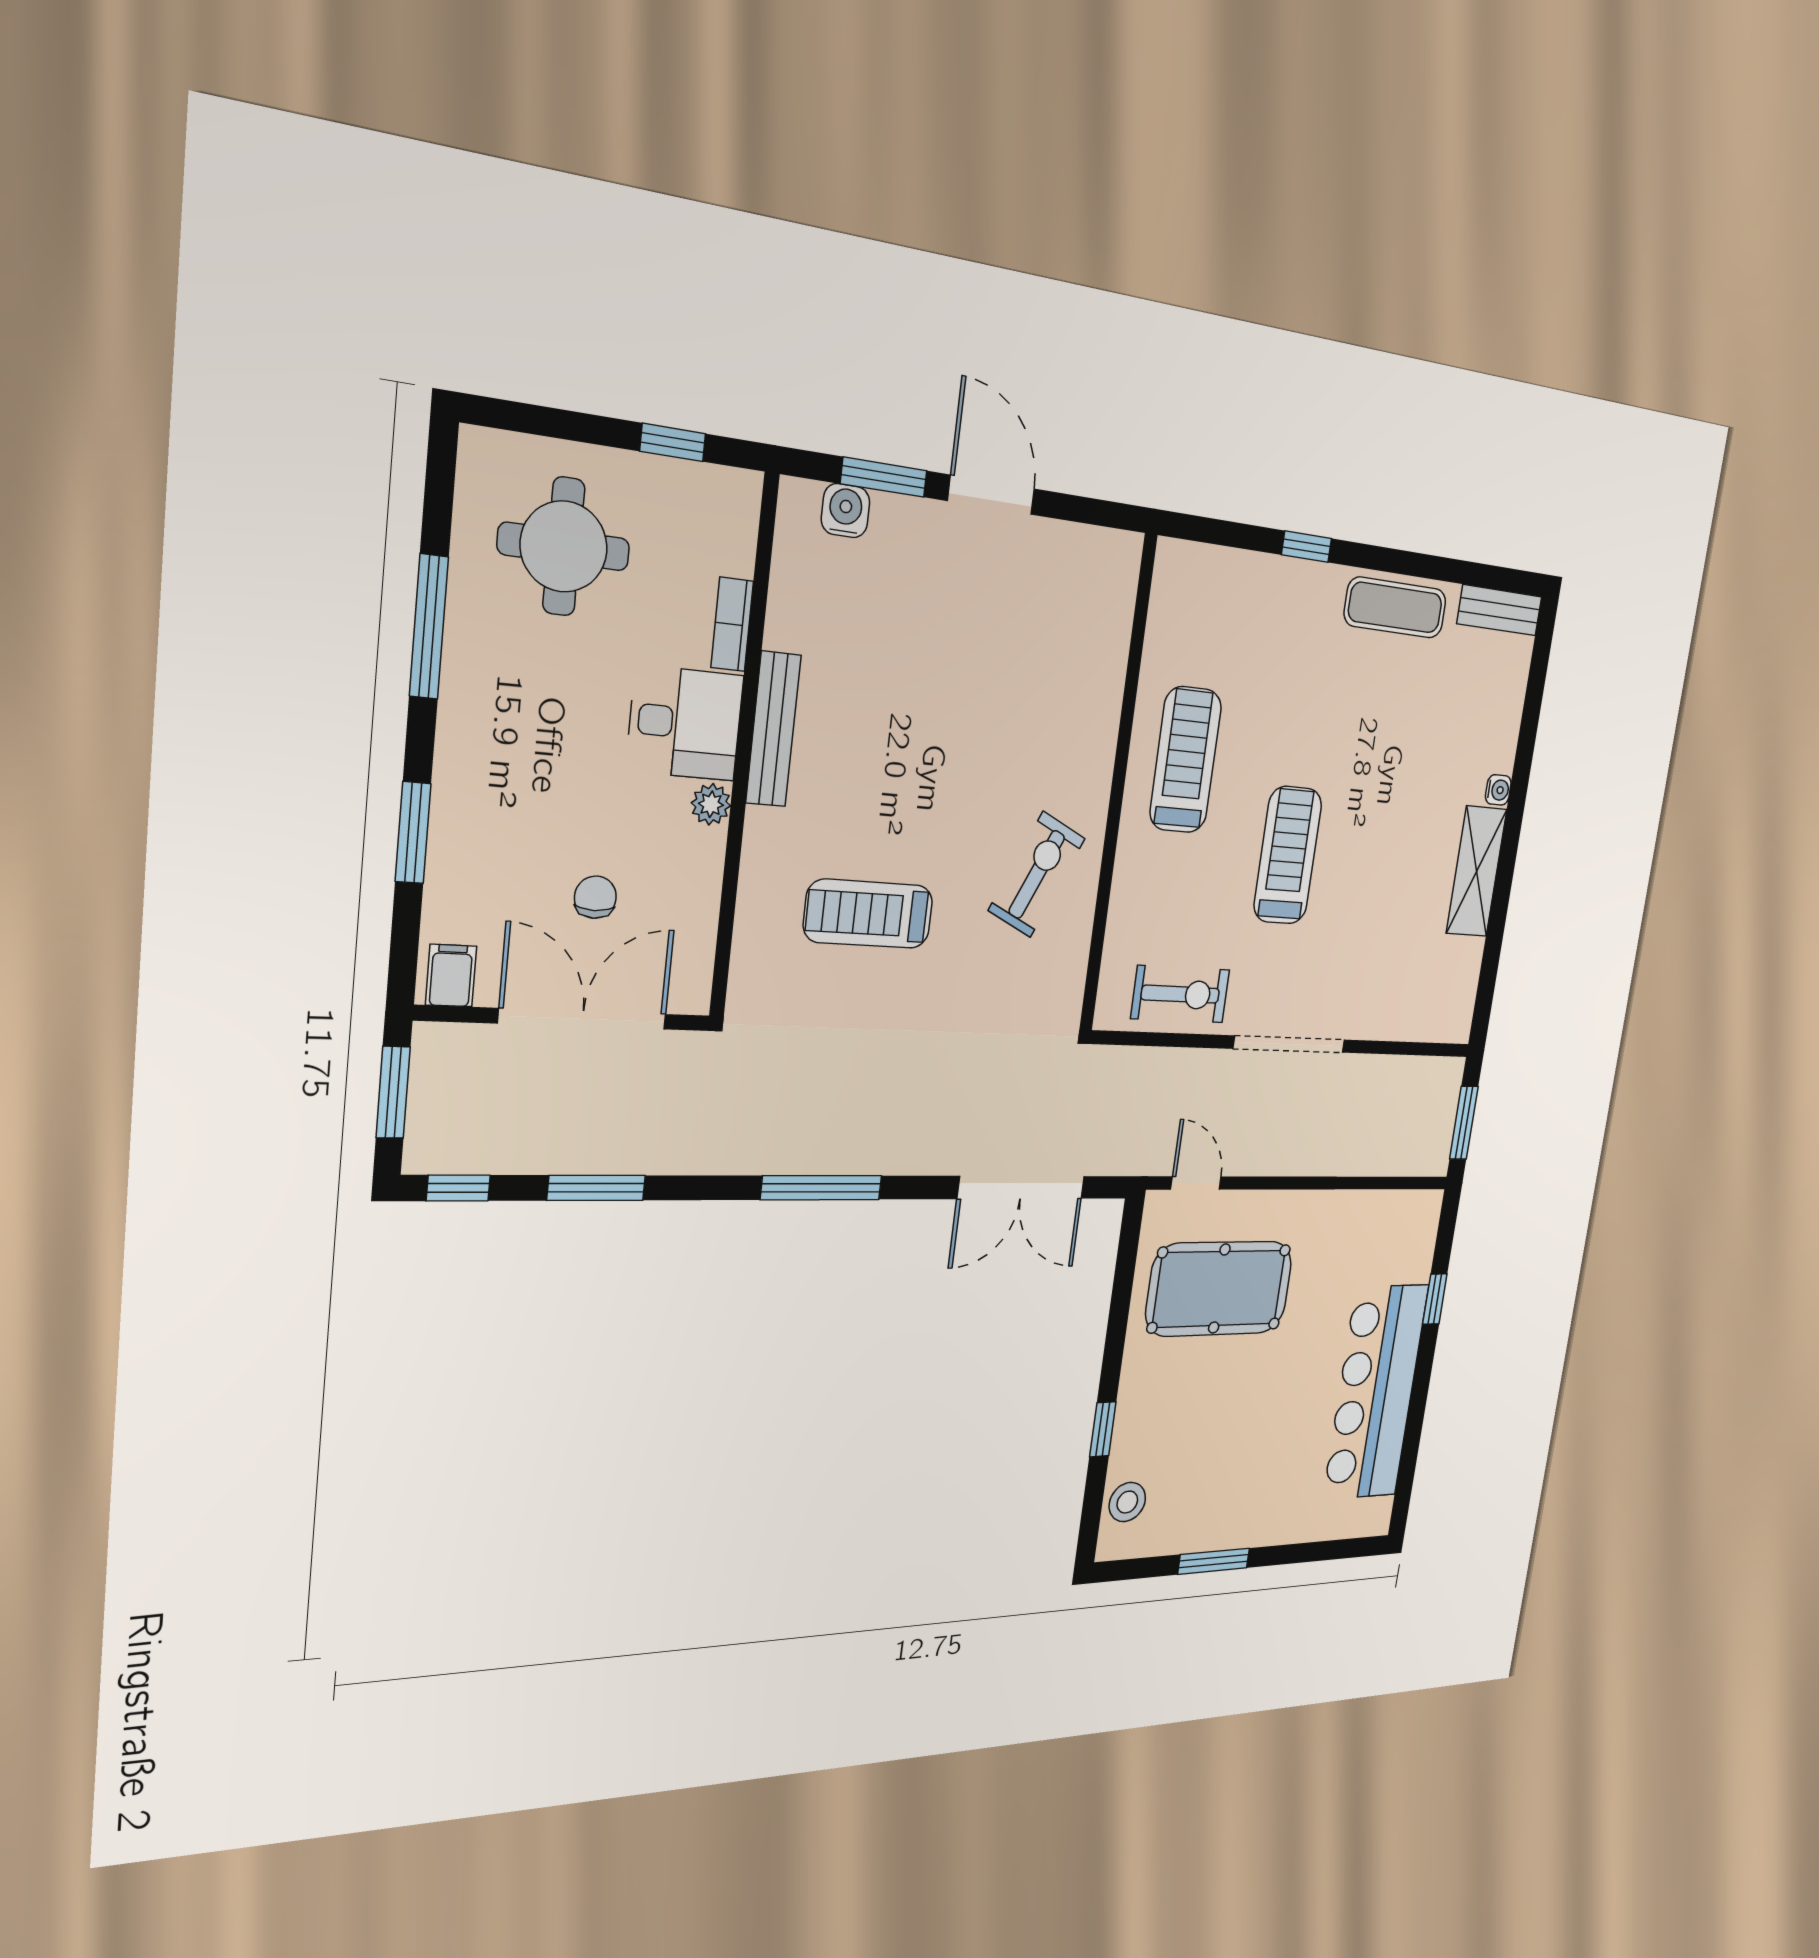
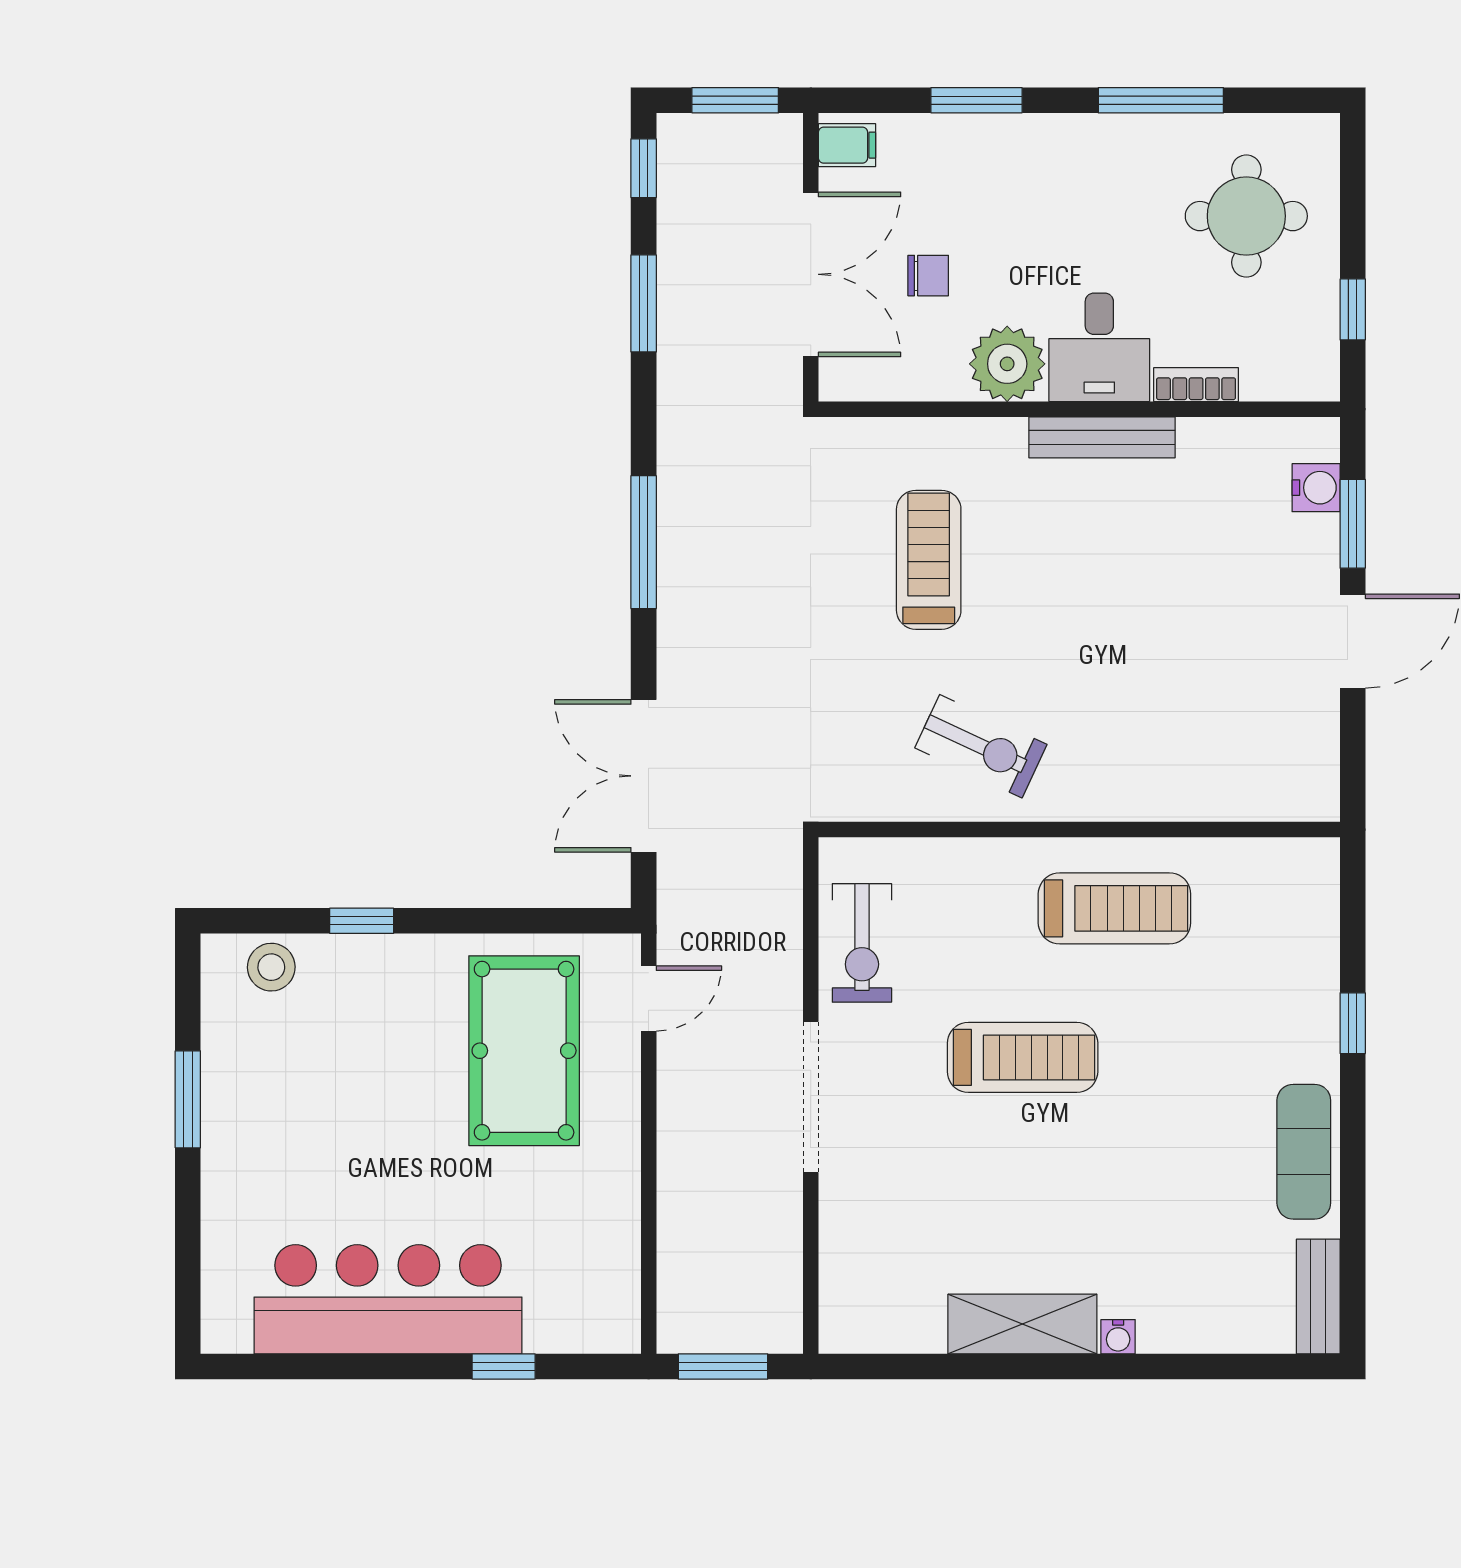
plant: (711, 804) -> (1007, 364), width x1.88, depth x1.88

